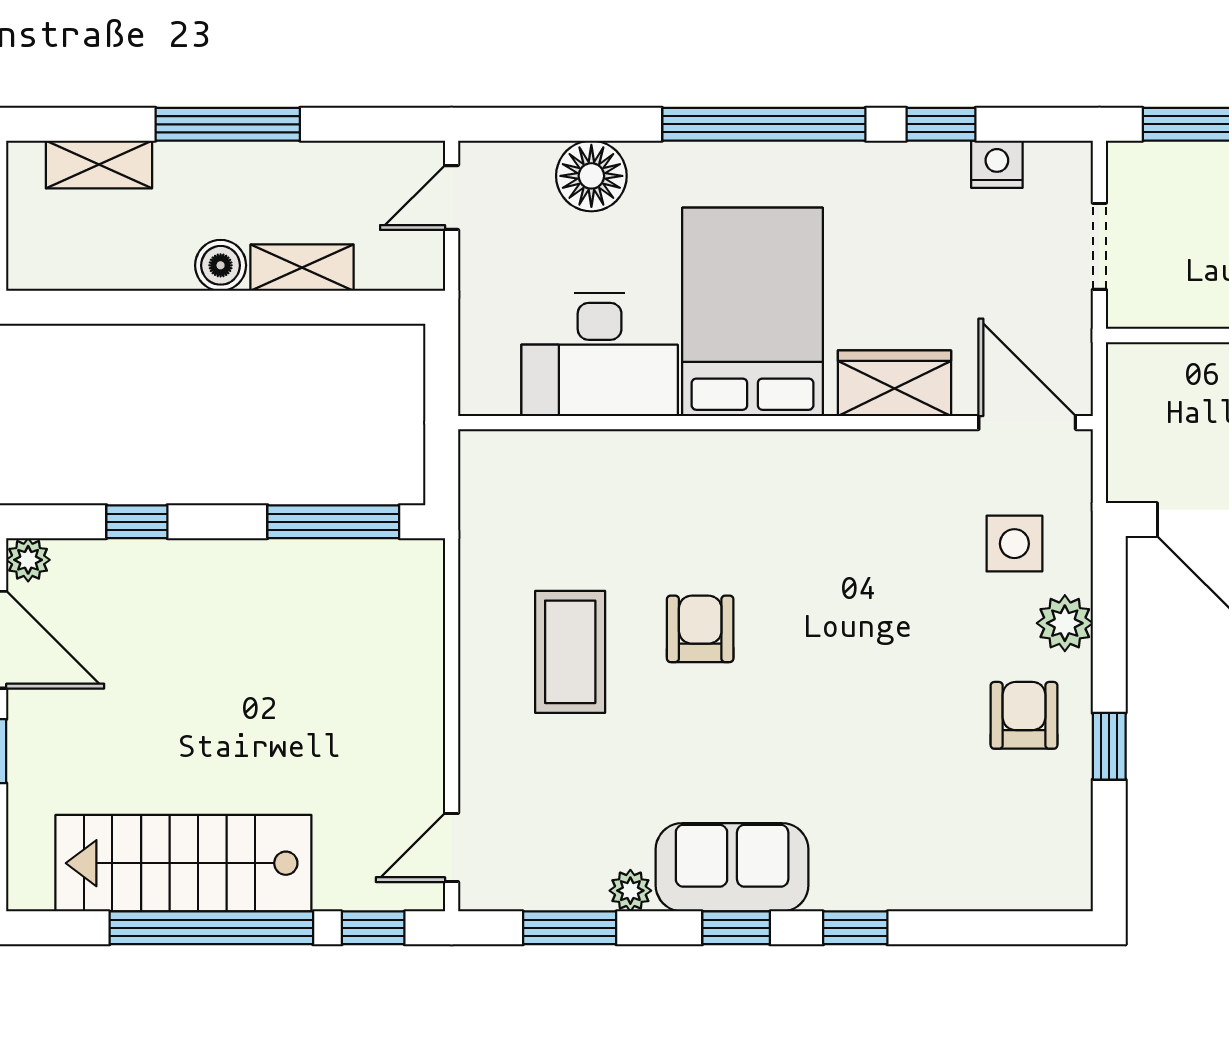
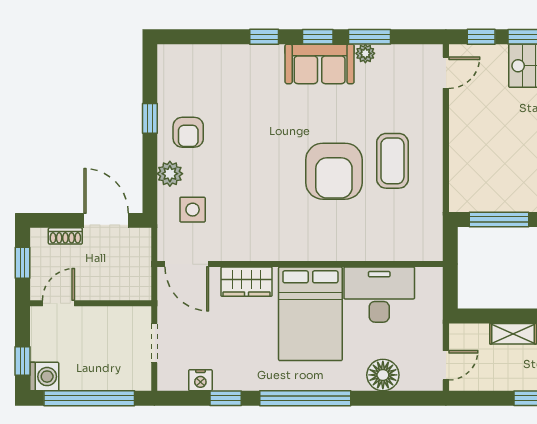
armchair: (700, 629) -> (334, 171), width x1.88, depth x1.88
window: (570, 928) -> (369, 37), moved

